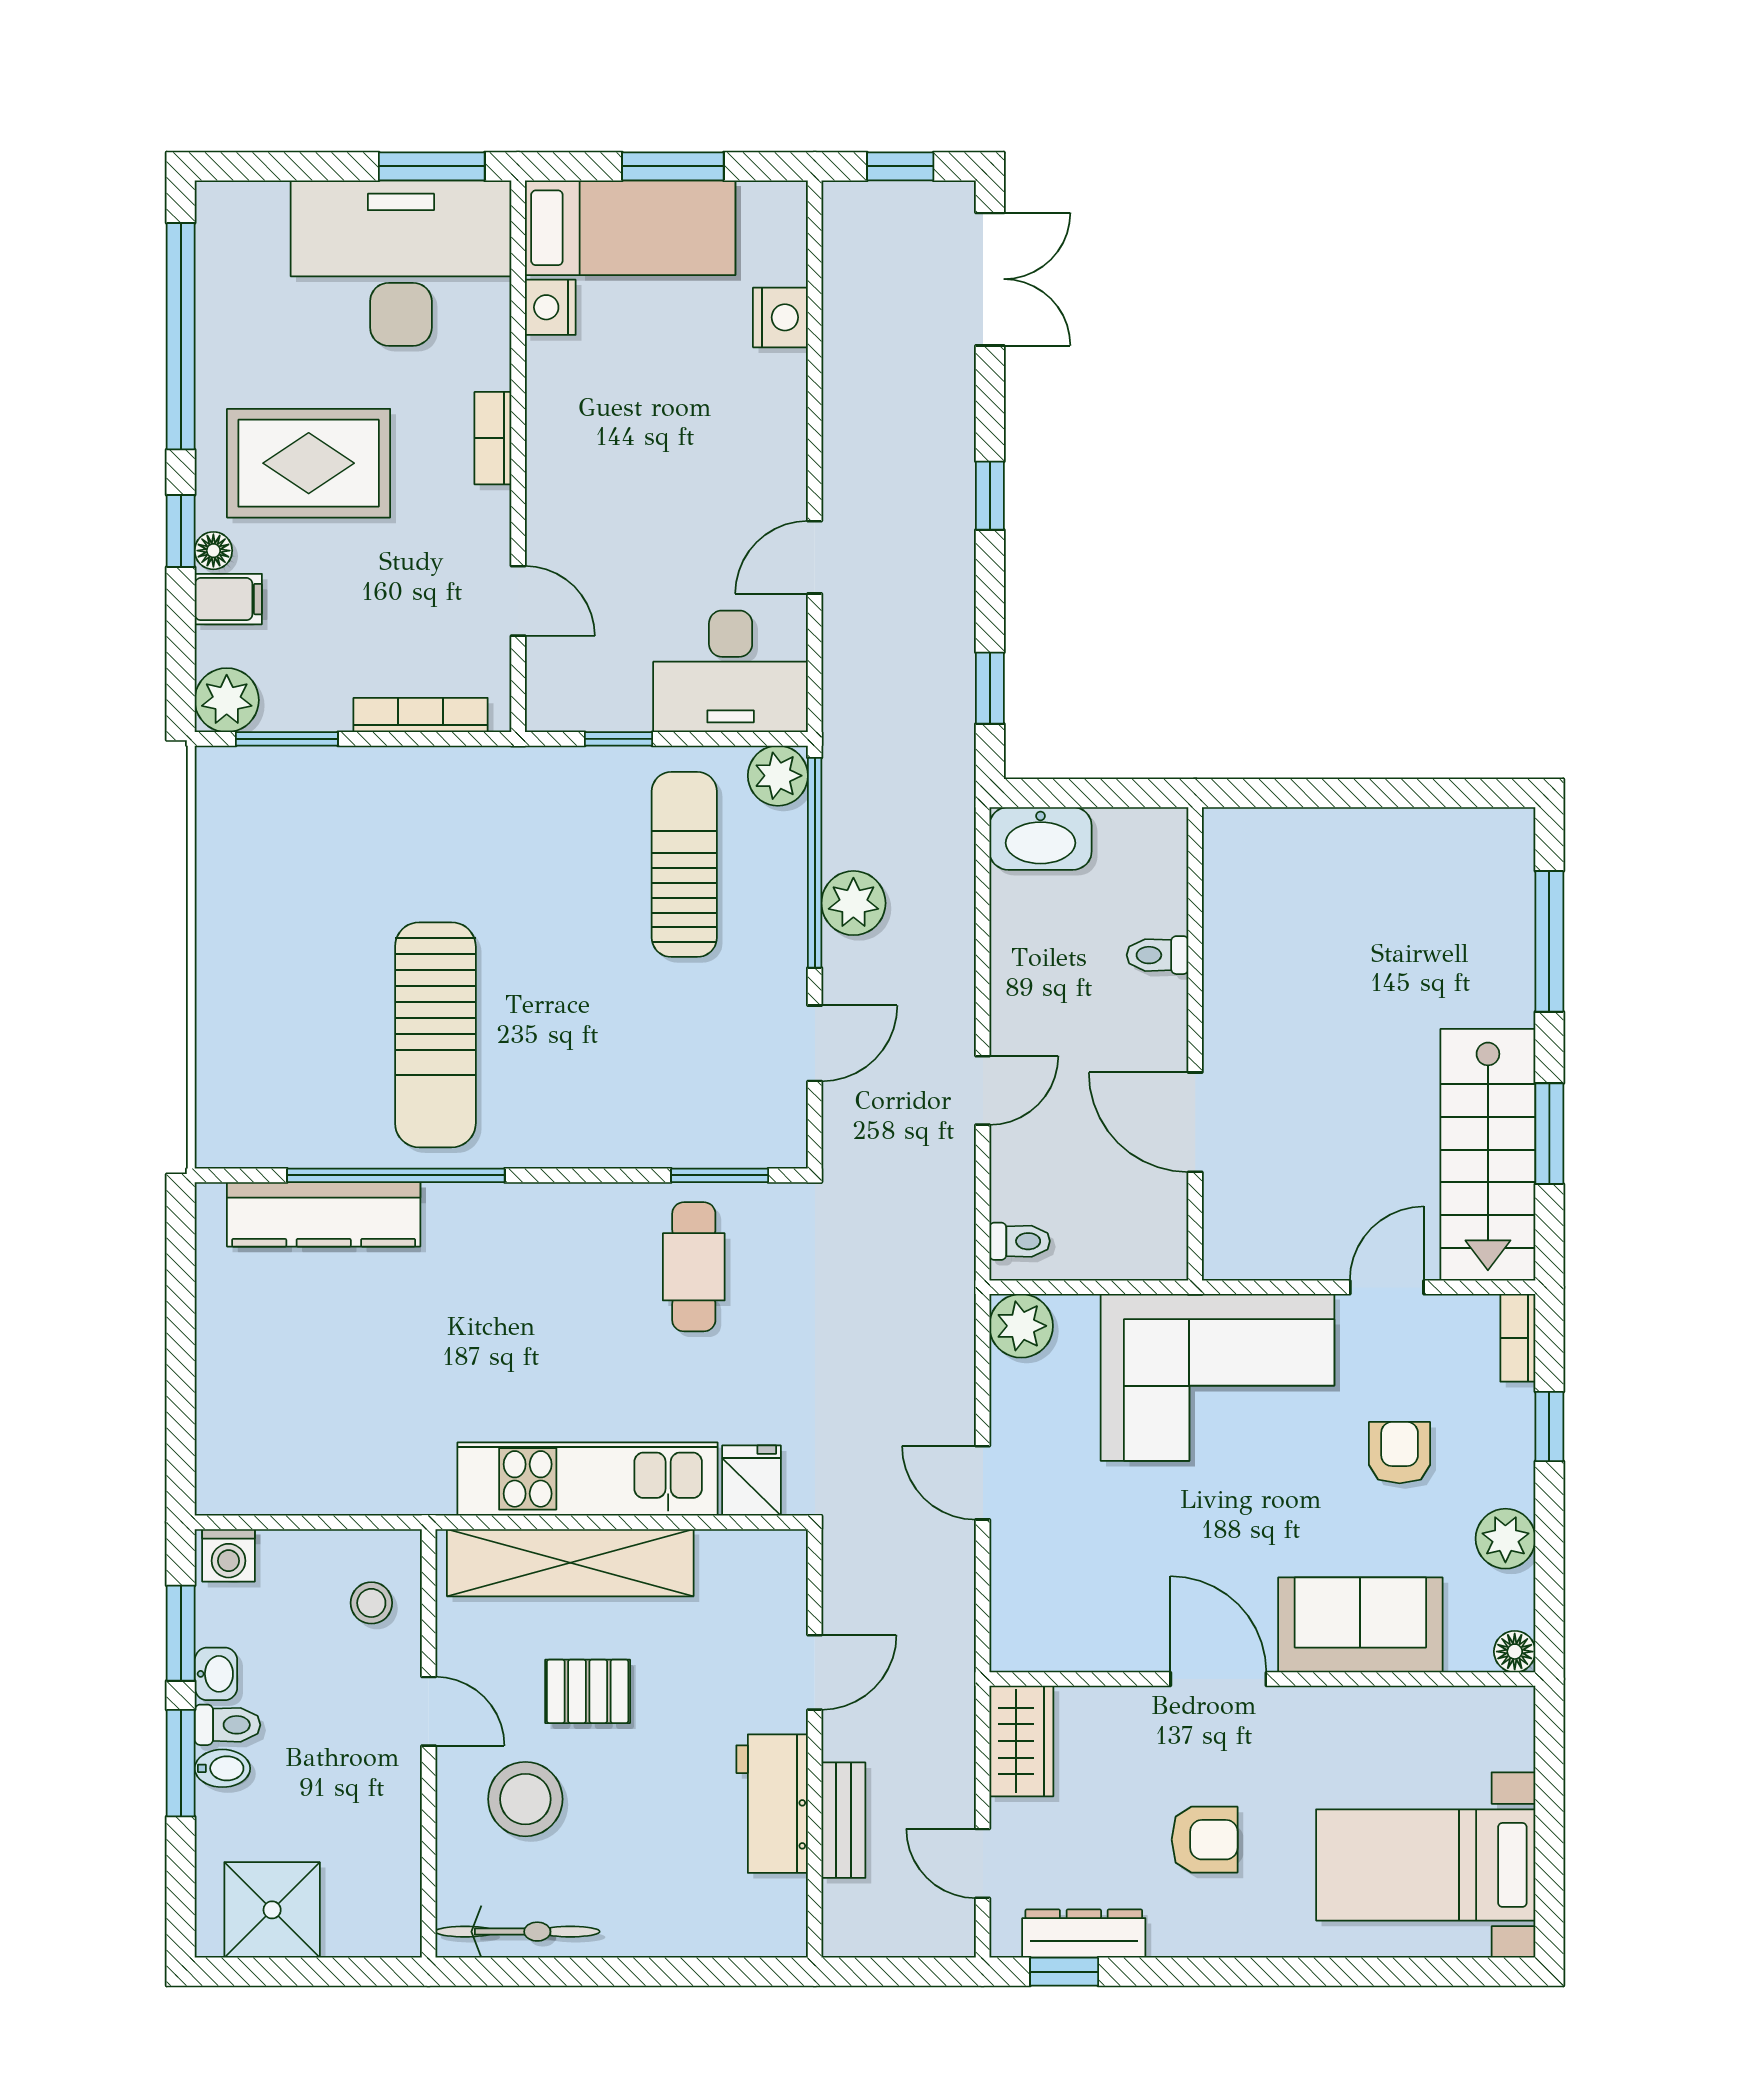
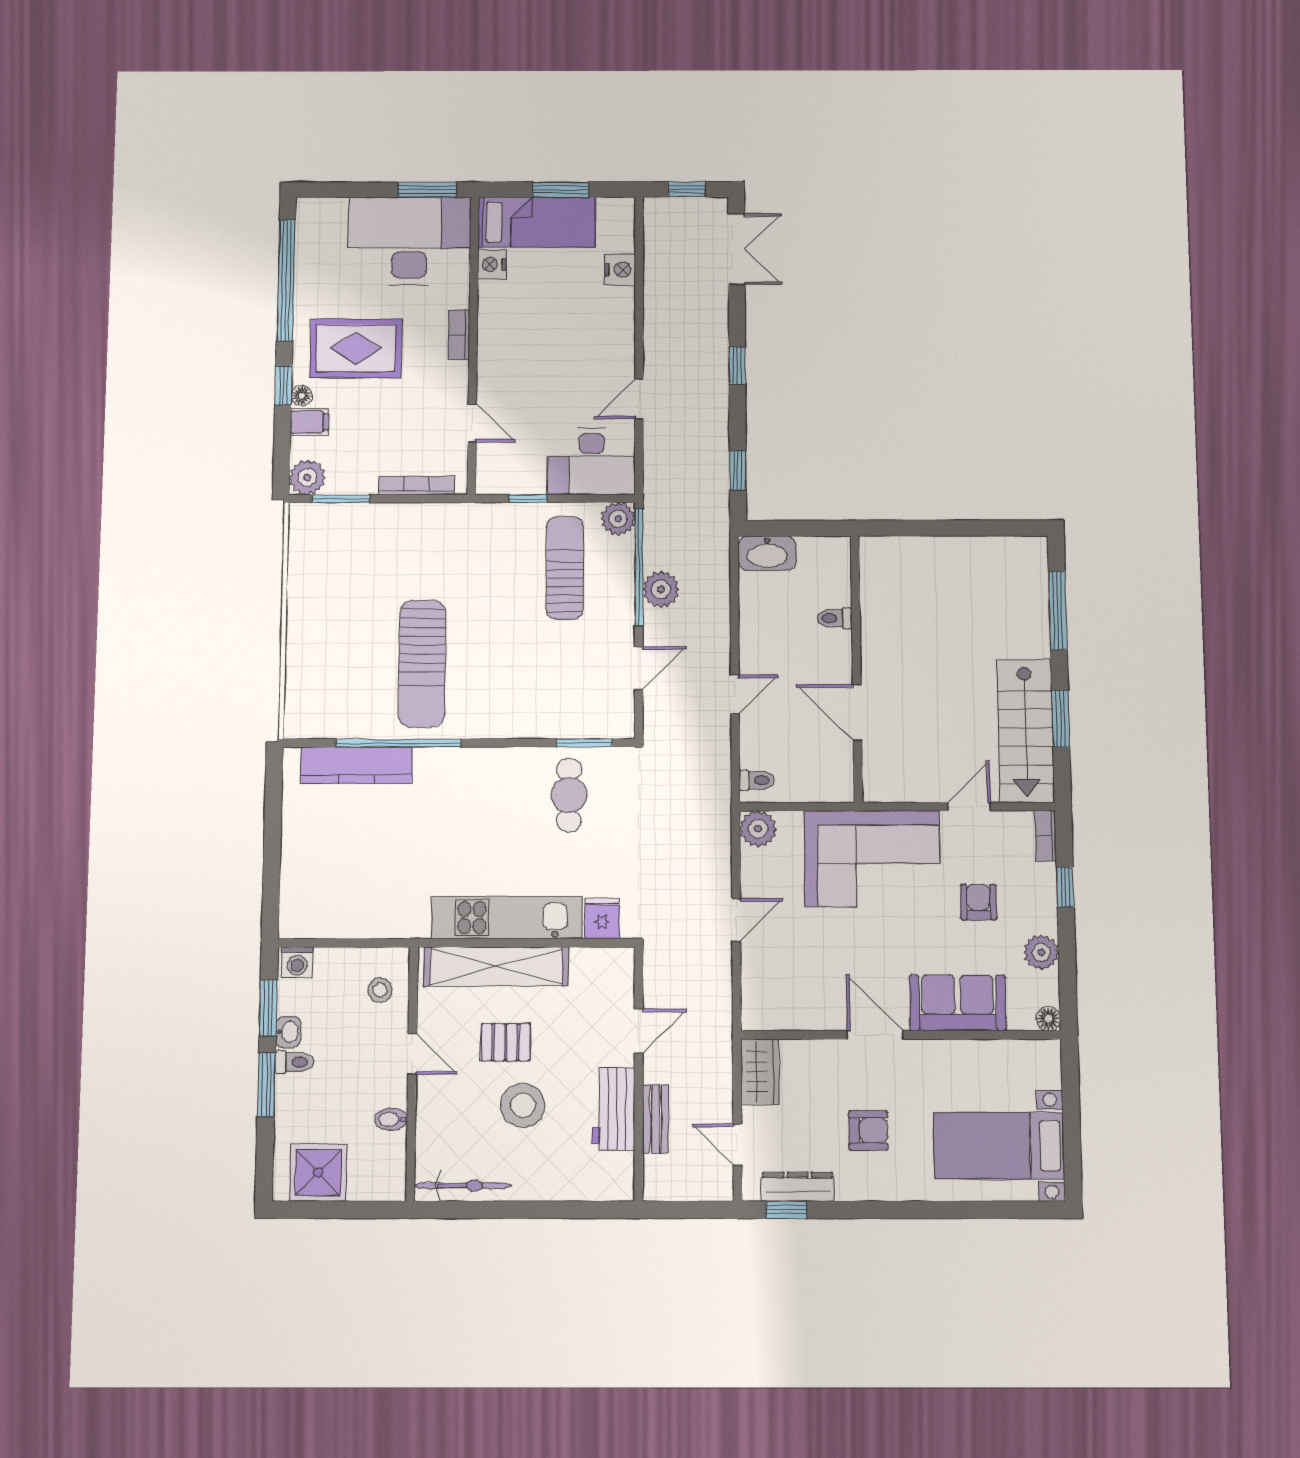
door: (983, 1483) -> (736, 920), swing flipped
bidet: (222, 1768) -> (391, 1119), moved, turned 180
stool: (525, 1799) -> (523, 1105), moved

